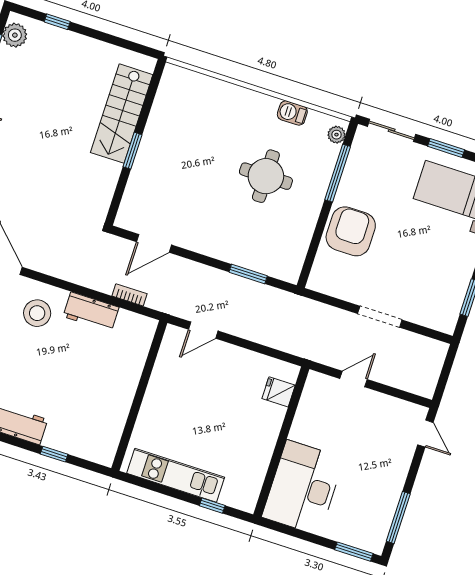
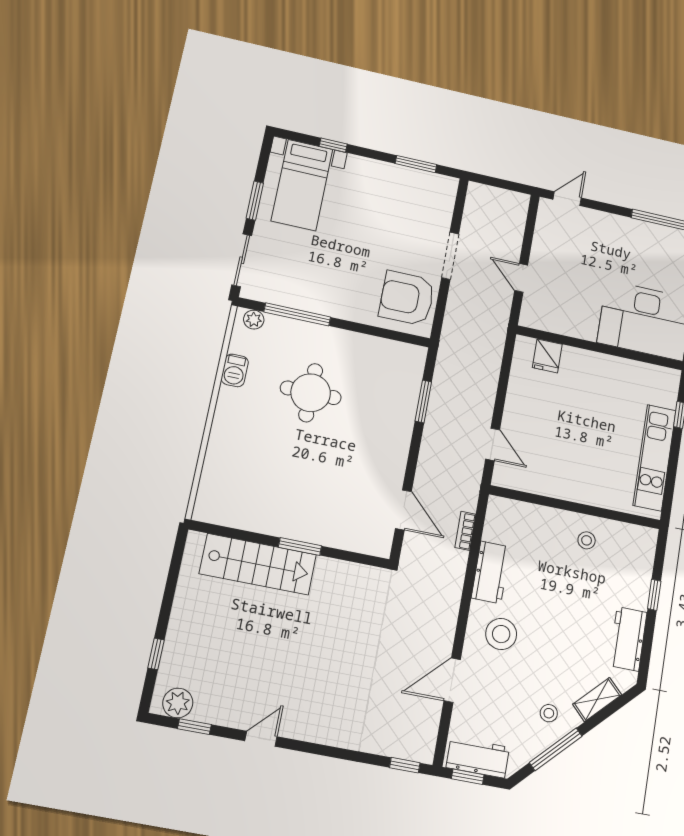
armchair: (351, 231) -> (407, 298), moved
stool: (109, 401) -> (587, 540), added

